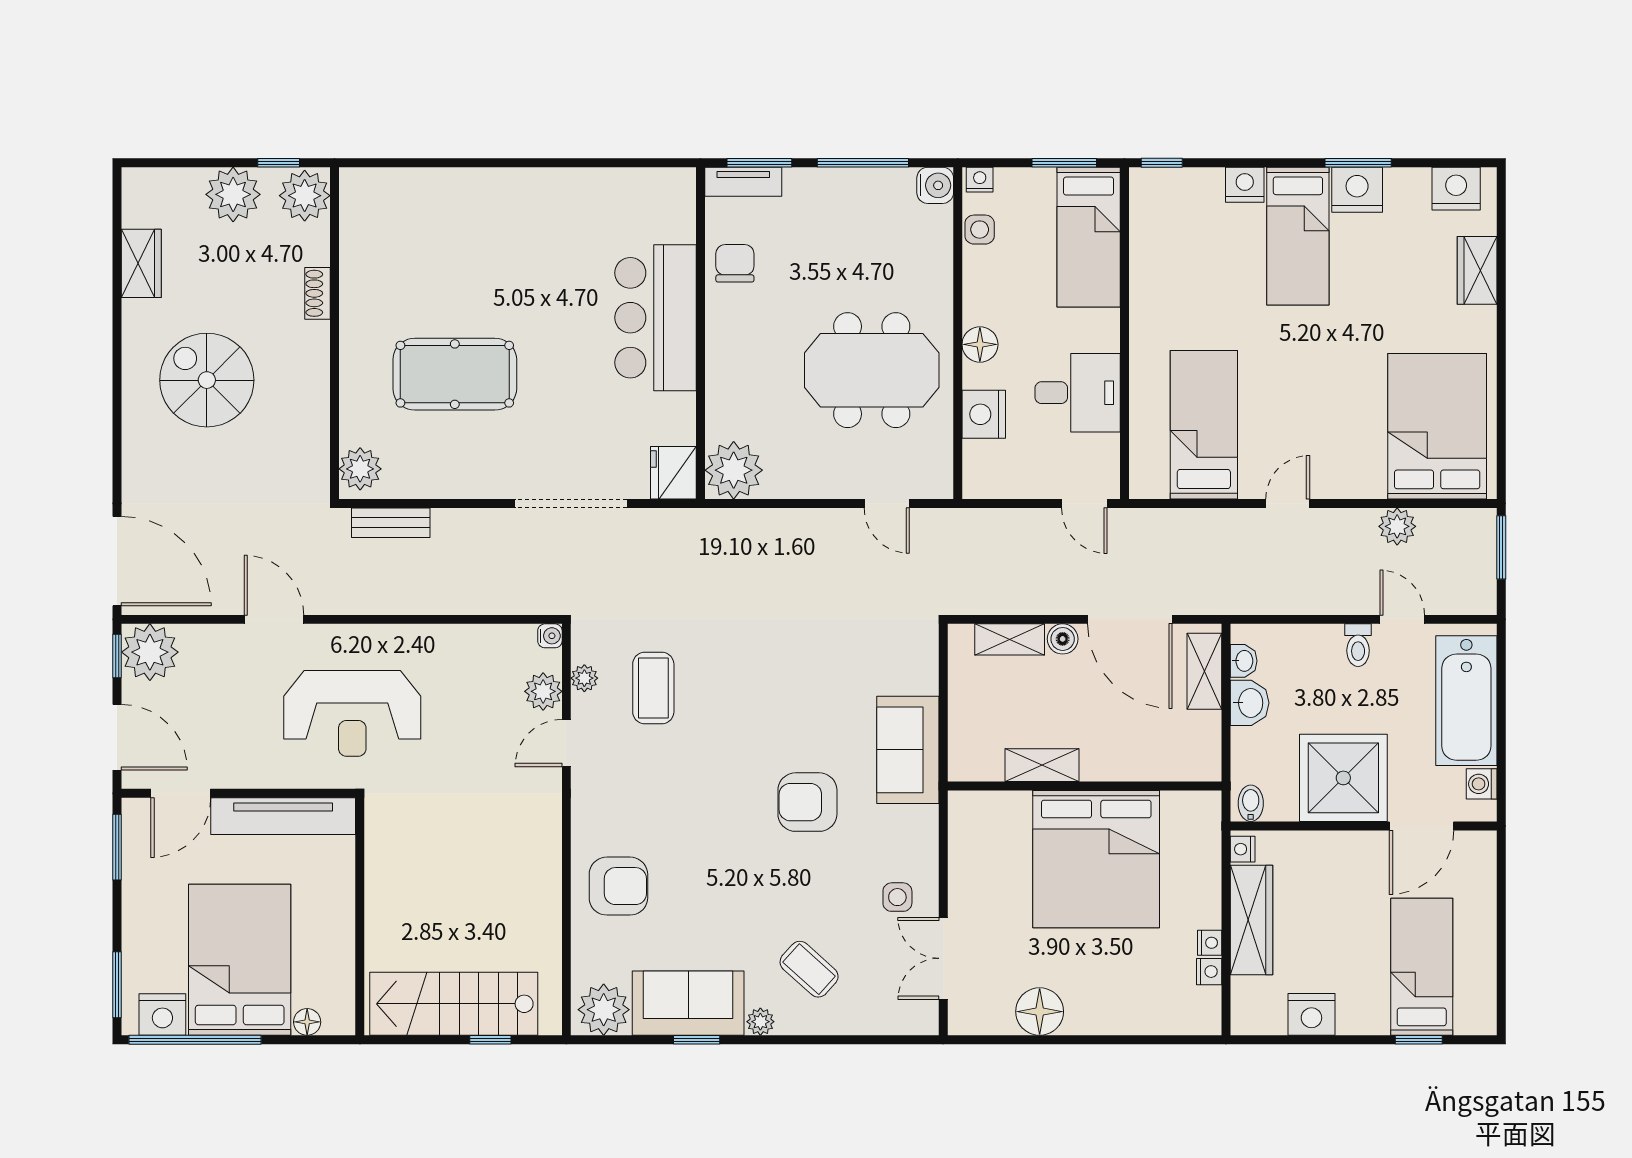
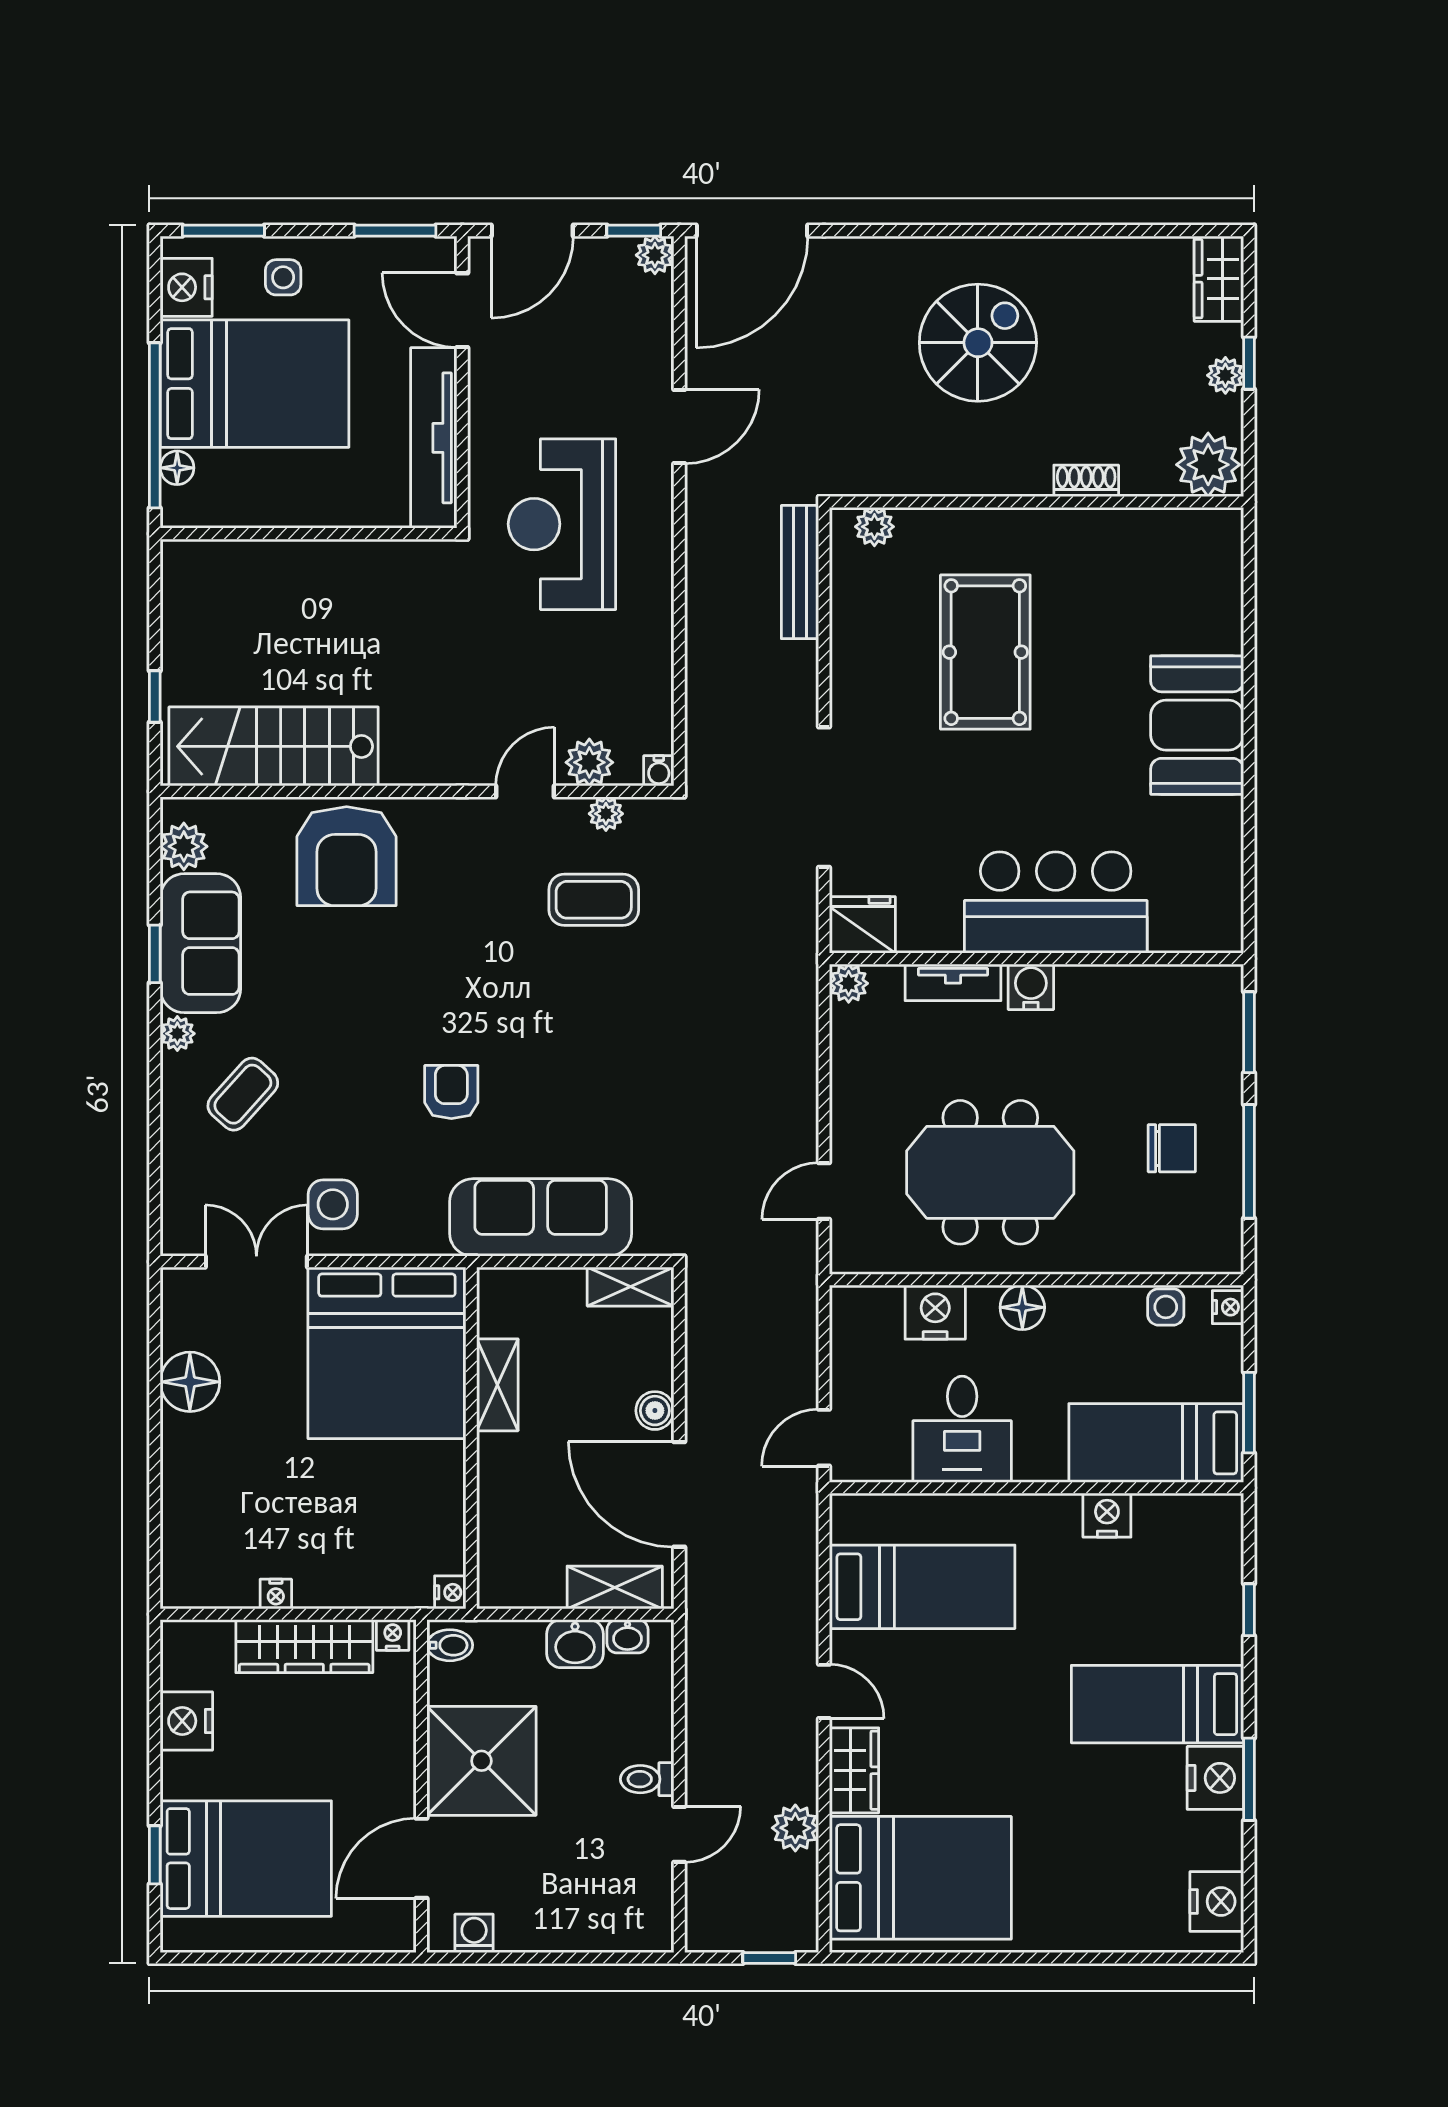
window: (279, 163) -> (1249, 363), moved
window: (1162, 163) -> (1249, 1610), moved
tv unit: (743, 182) -> (953, 982), moved, turned -90
water cooler: (935, 185) -> (1031, 987), moved, turned 180
nightstand: (1245, 185) -> (1107, 1515), moved, turned -90
plant: (233, 194) -> (1225, 375), width x0.53, depth x0.53
booth: (513, 204) -> (1197, 725), added
wardrobe: (141, 263) -> (1219, 279), moved, turned 90
chair: (735, 263) -> (1172, 1148), moved
wardrobe: (1477, 270) -> (854, 1770), moved, turned 90
meeting table: (872, 370) -> (990, 1172), turned 90
plant: (360, 469) -> (874, 527), width x0.73, depth x0.73
plant: (734, 470) -> (849, 983), width x0.53, depth x0.53
bench: (391, 523) -> (800, 572), width x1.36
window: (1501, 547) -> (769, 1958), width x0.67
door: (1130, 619) -> (679, 1494), hinge flipped
shelving: (1010, 639) -> (630, 1287), moved, turned 90
plant: (150, 652) -> (655, 255), width x0.53, depth x0.53
bathtub: (1466, 701) -> (578, 1914), removed
door: (566, 743) -> (525, 791), hinge flipped
sofa: (908, 750) -> (541, 1217), width x1.36
armchair: (807, 802) -> (451, 1092), width x0.72, depth x0.72
door: (1421, 826) -> (422, 1858), hinge flipped
bed: (1096, 859) -> (387, 1353), moved, turned -90
armchair: (618, 886) -> (347, 856), width x1.36, depth x1.36
side table: (897, 897) -> (333, 1204), width x1.37, depth x1.37
side table: (154, 937) -> (283, 277), added
bed: (1422, 967) -> (246, 1859), width x1.50
nightstand: (1209, 972) -> (450, 1592), moved, turned -90
stairs: (454, 1004) -> (274, 746), moved, turned -90
plant: (604, 1010) -> (184, 846), width x0.73, depth x0.73
window: (195, 1040) -> (155, 425), moved

